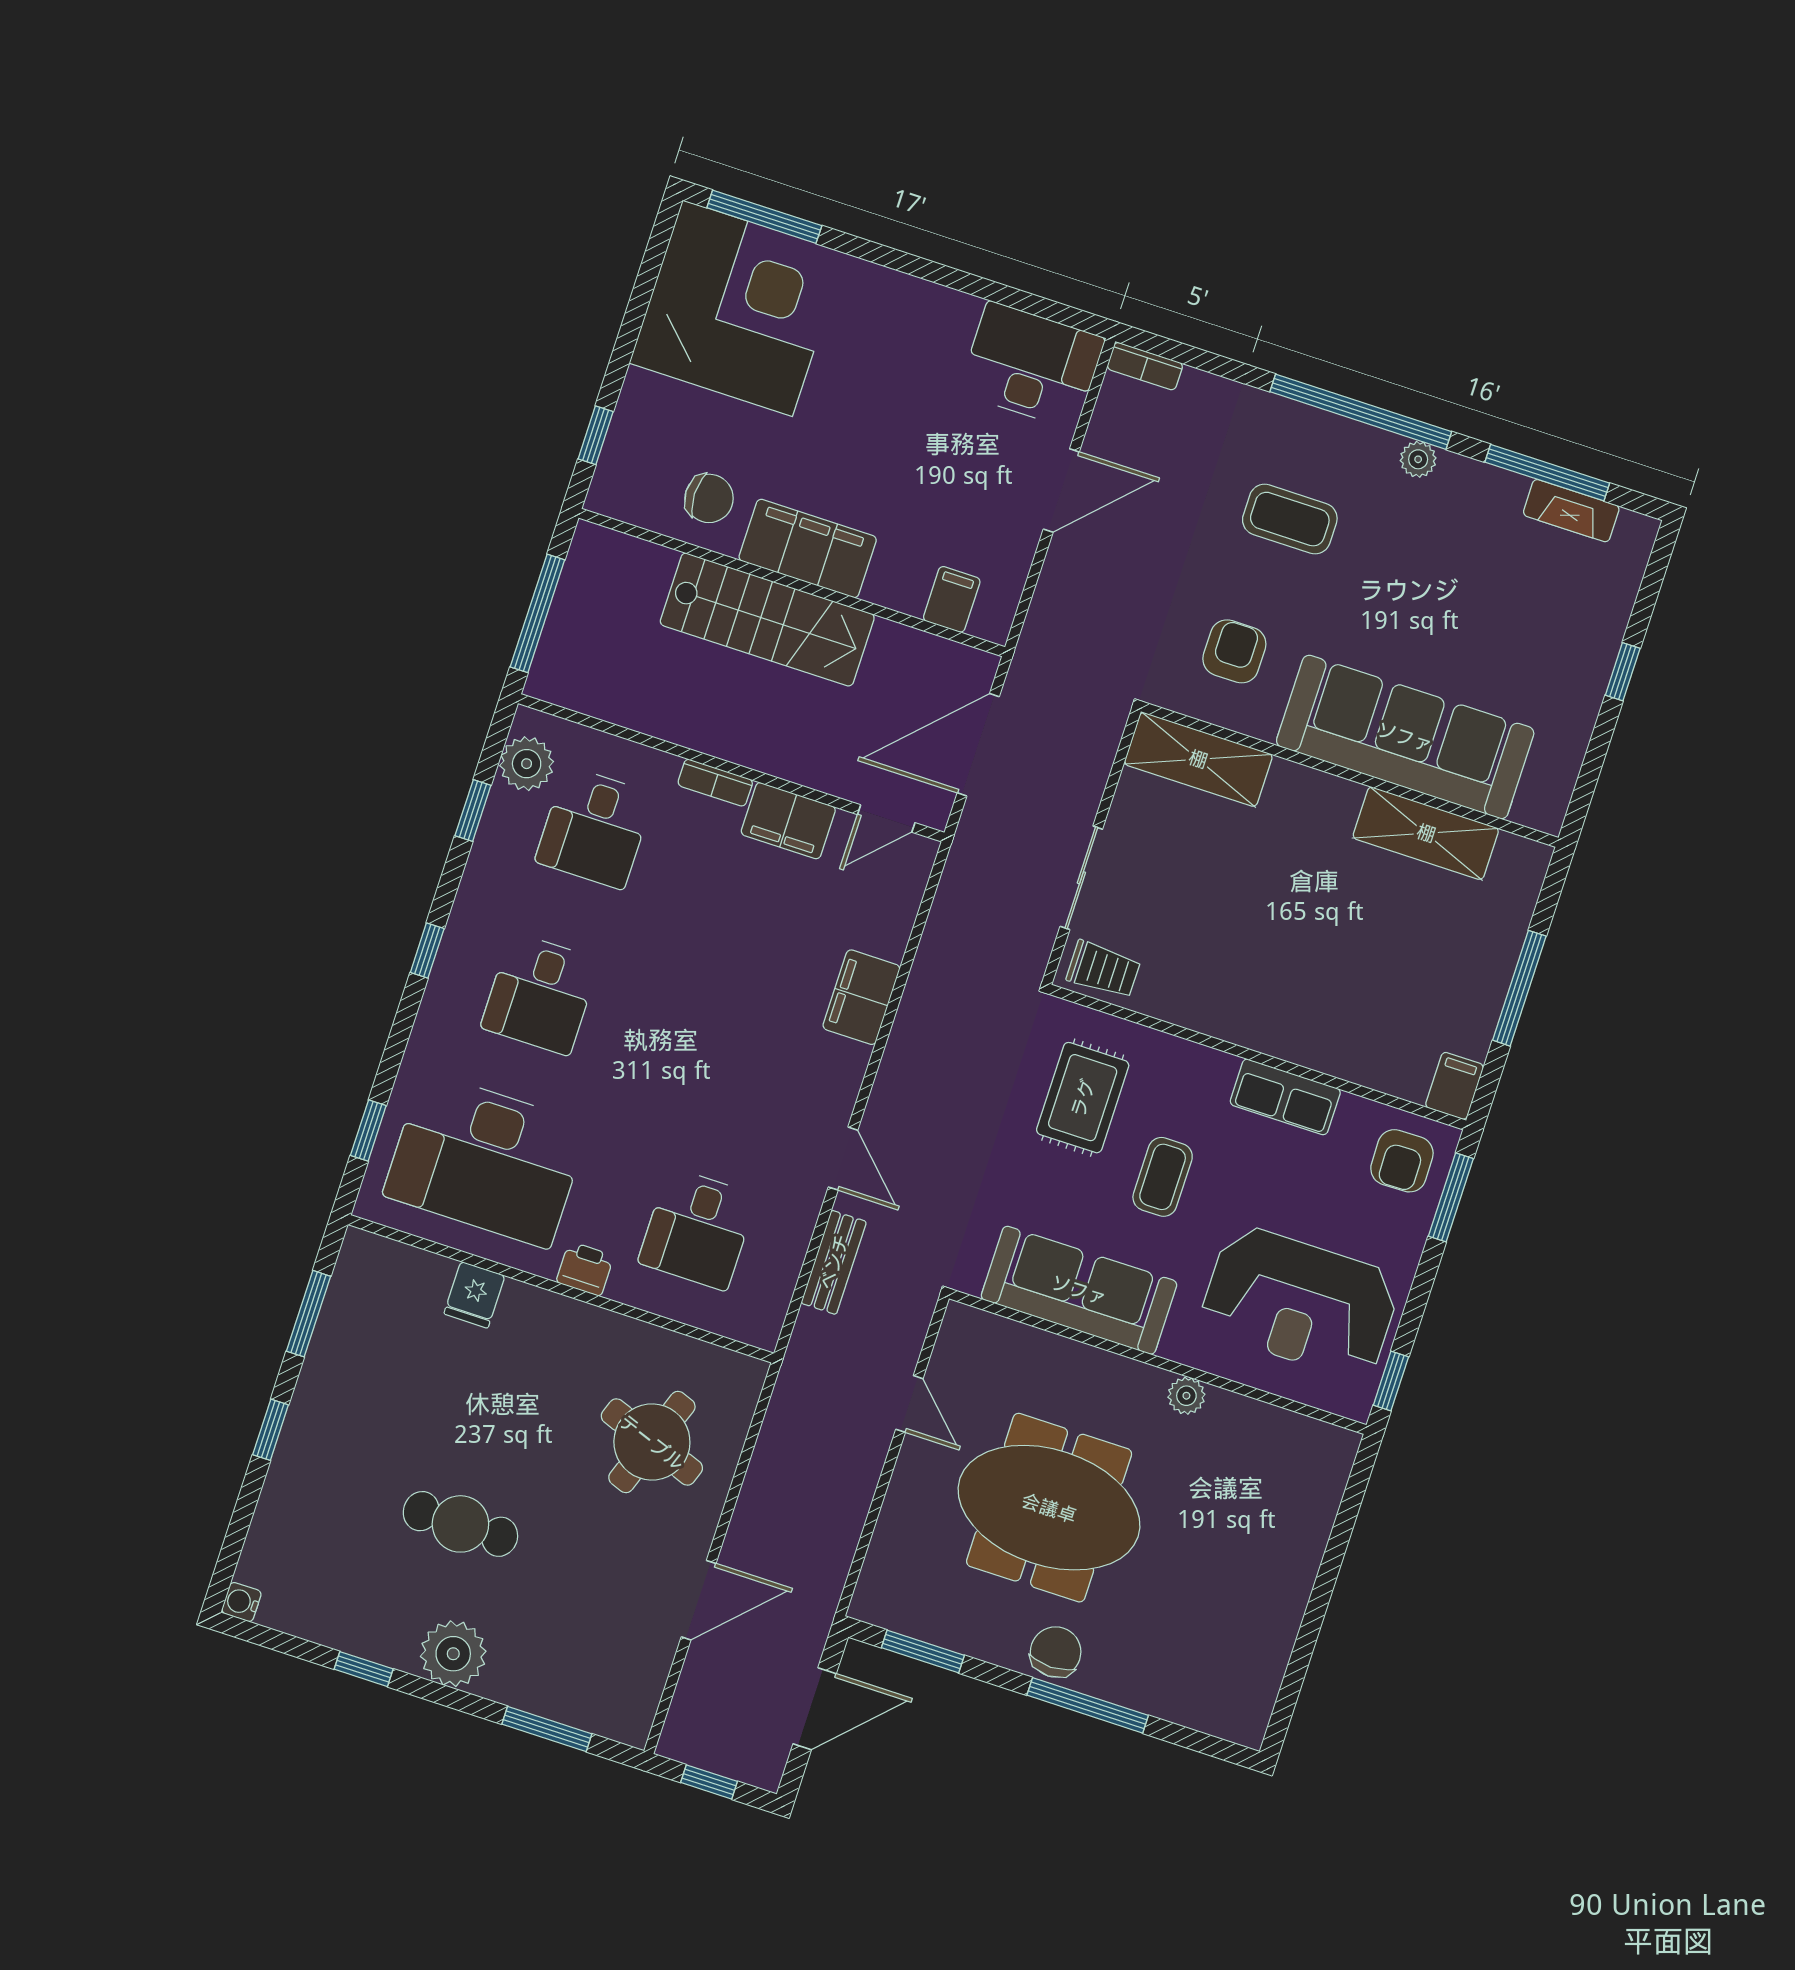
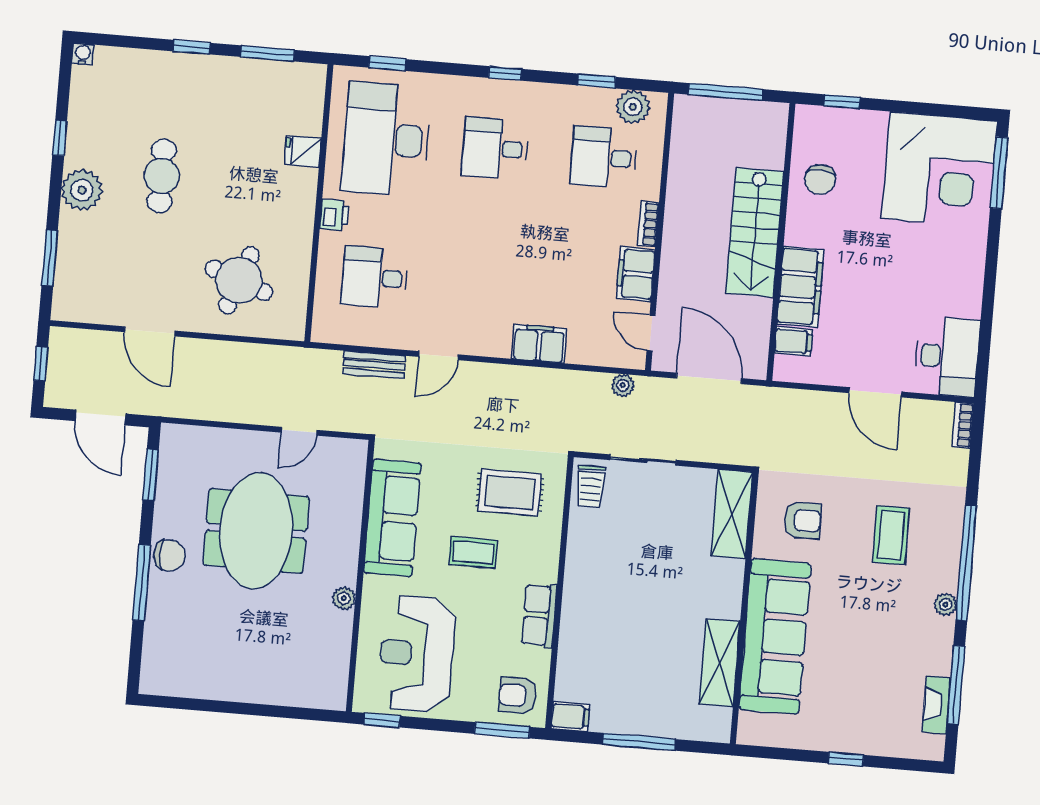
filing cabinet: (808, 548) -> (800, 287), moved
plant: (957, 882) -> (623, 385), added

